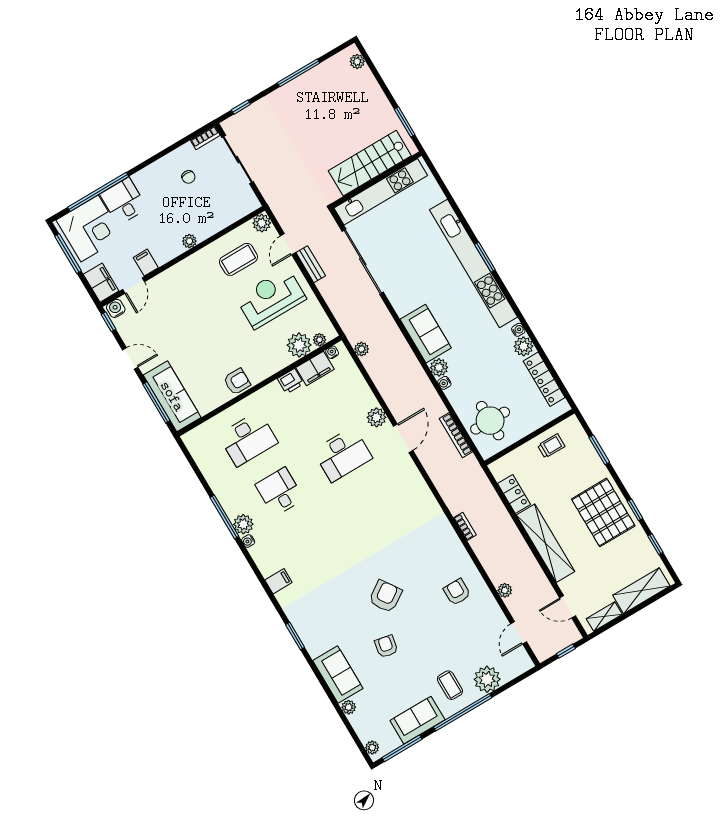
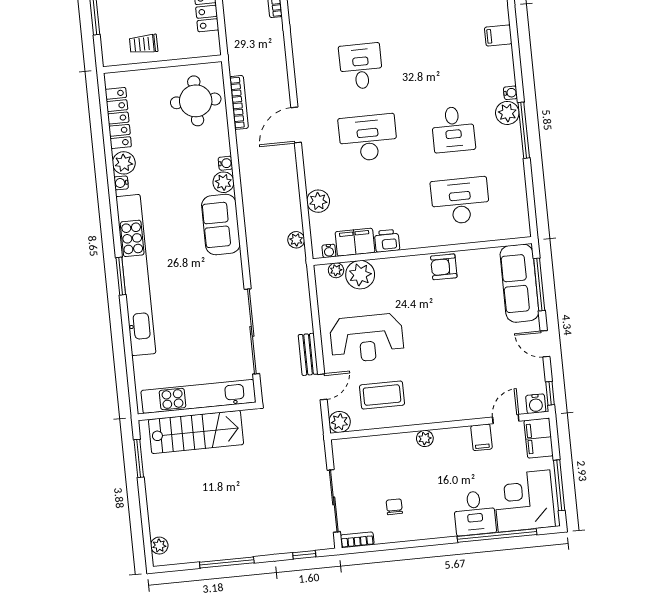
plant: (376, 417) -> (318, 201), moved
desk: (374, 507) -> (361, 66), added

